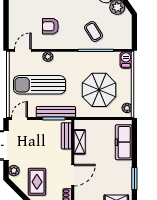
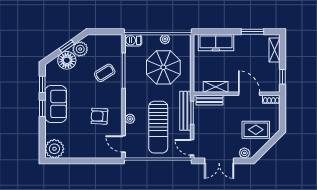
armchair: (50, 26) -> (99, 116), turned 93
plant: (127, 108) -> (165, 39), moved

